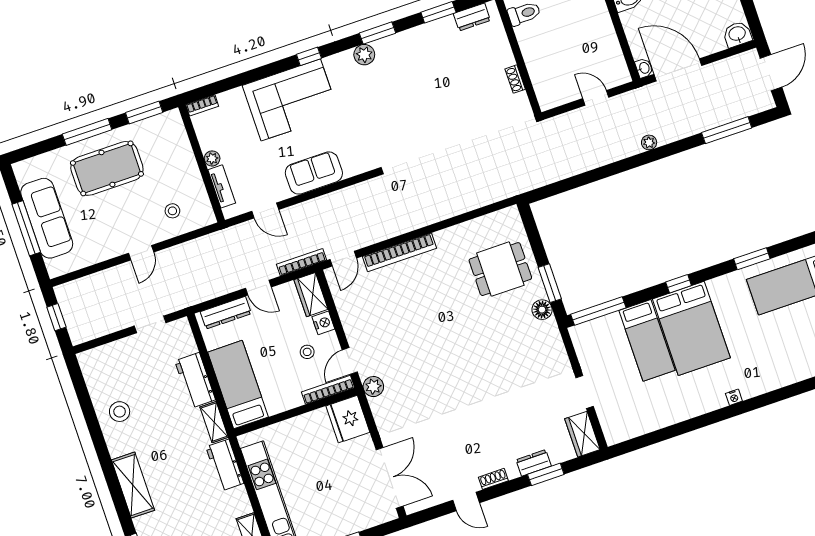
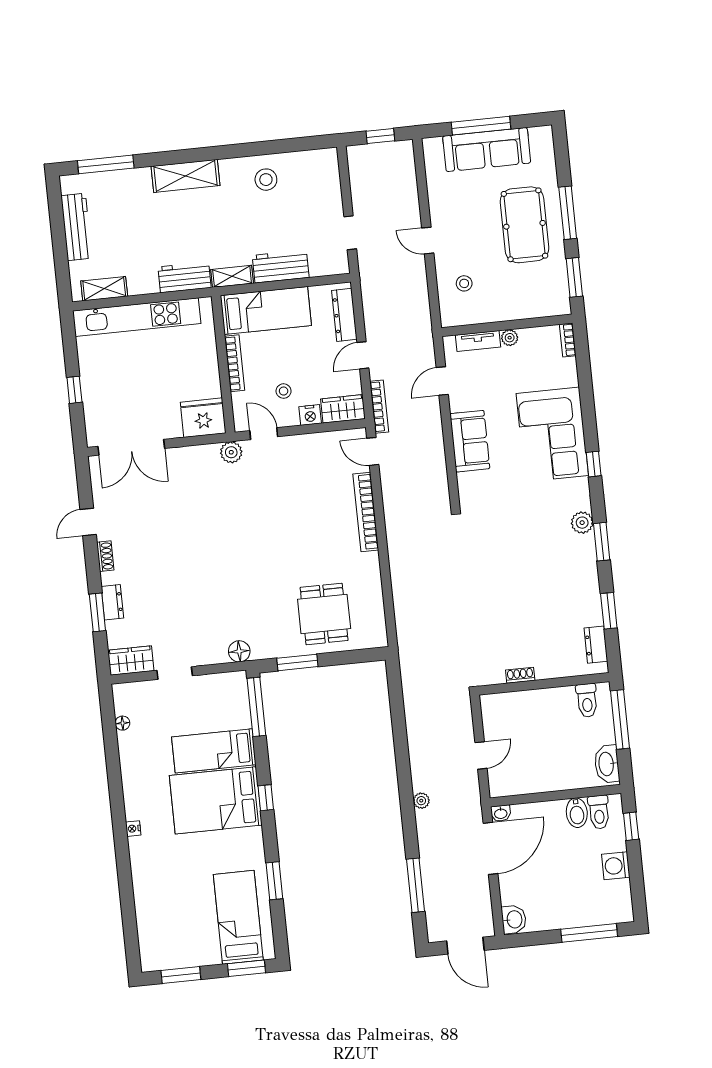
floor lamp: (542, 310) -> (239, 651), moved
bookcase: (328, 390) -> (235, 363), moved
floor lamp: (641, 429) -> (122, 723), added

